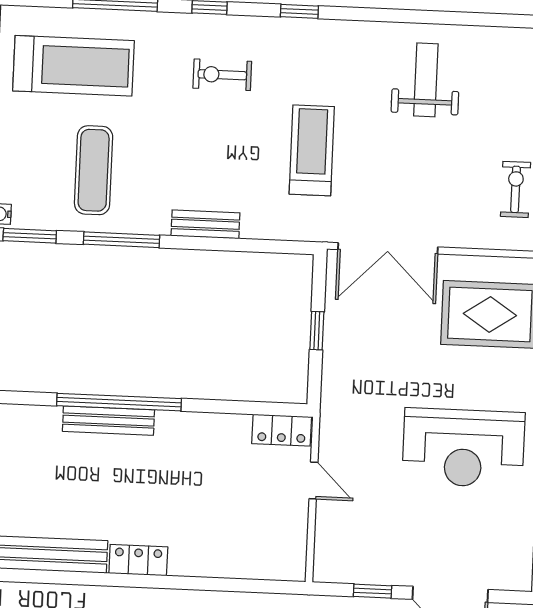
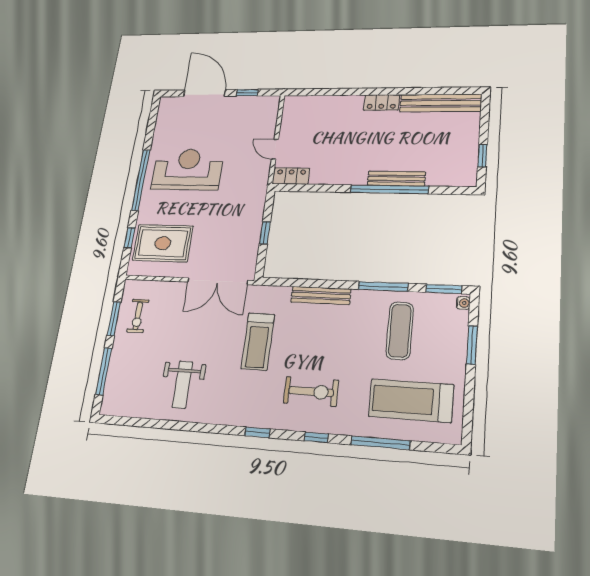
exercise bike: (222, 75) -> (311, 392), width x1.38, depth x1.39
bench: (205, 224) -> (321, 296), width x1.36
double door: (388, 248) -> (217, 281), swing flipped

